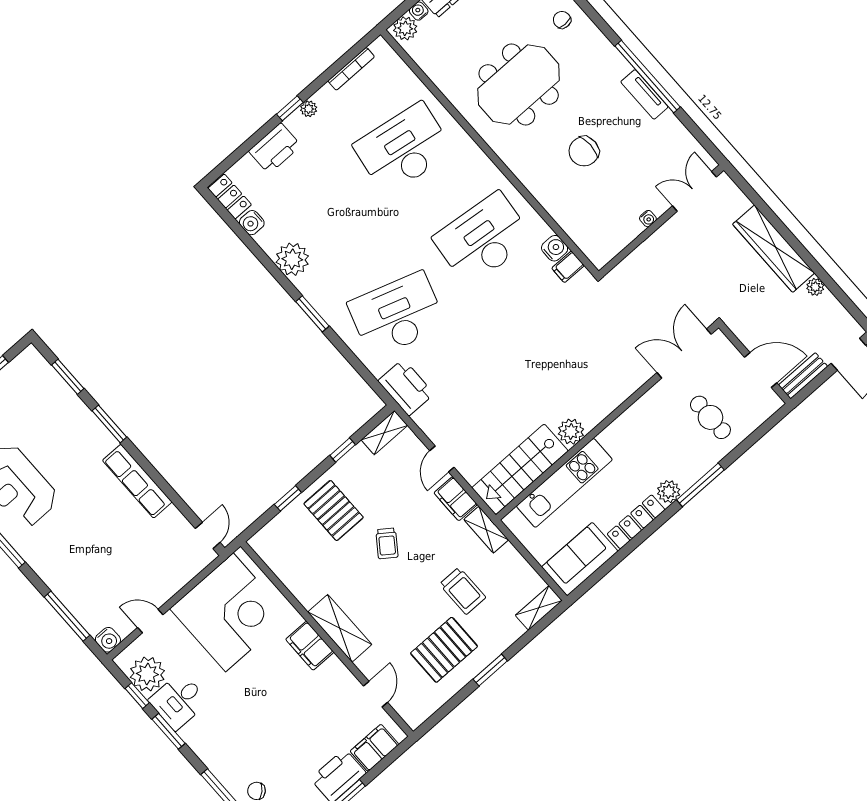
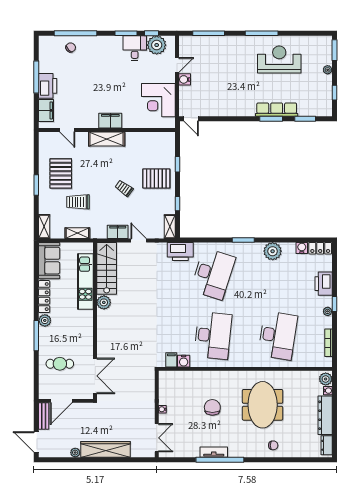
row of seats: (137, 481) -> (277, 110), moved
shelving: (486, 530) -> (77, 233), moved
corner desk: (229, 612) -> (158, 100), width x0.74, depth x0.74
water cooler: (108, 640) -> (185, 79), moved

